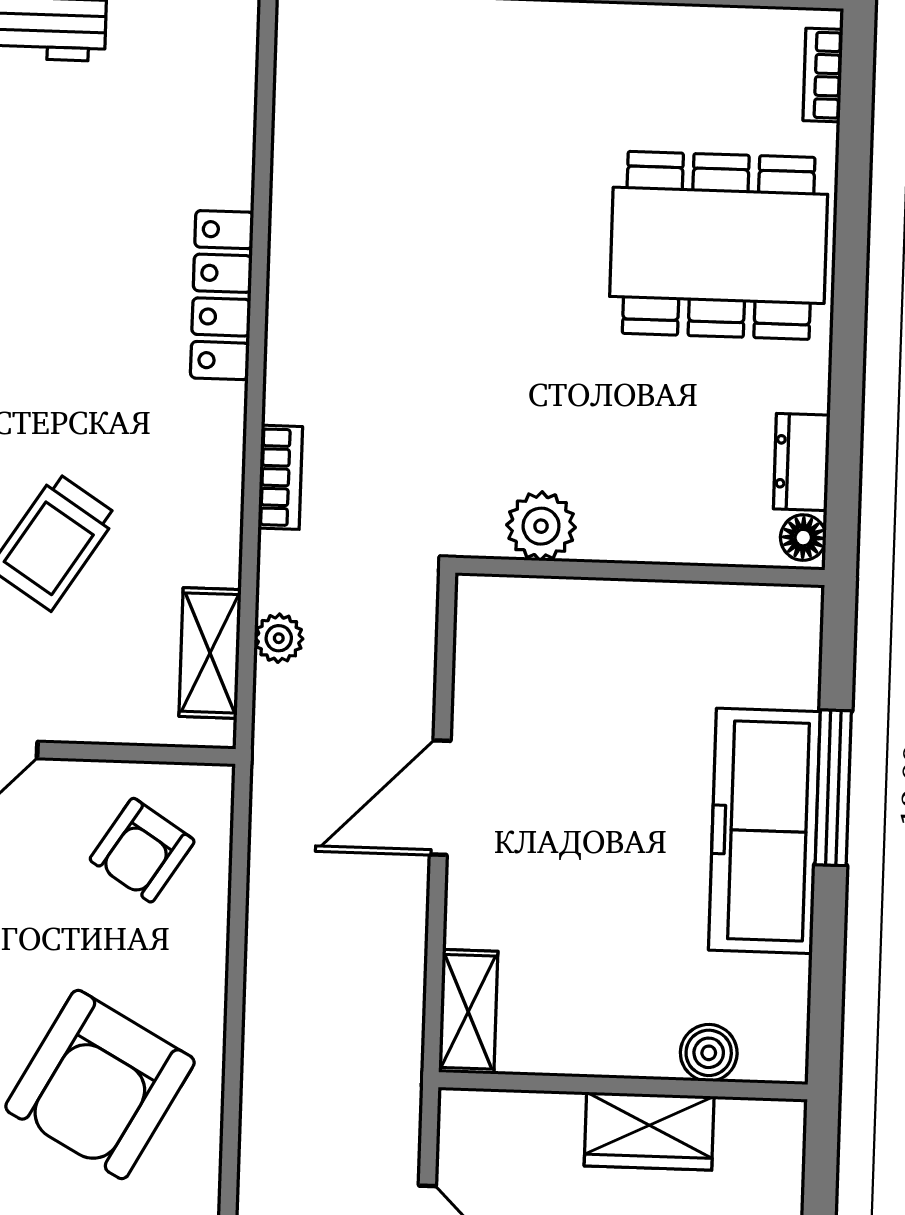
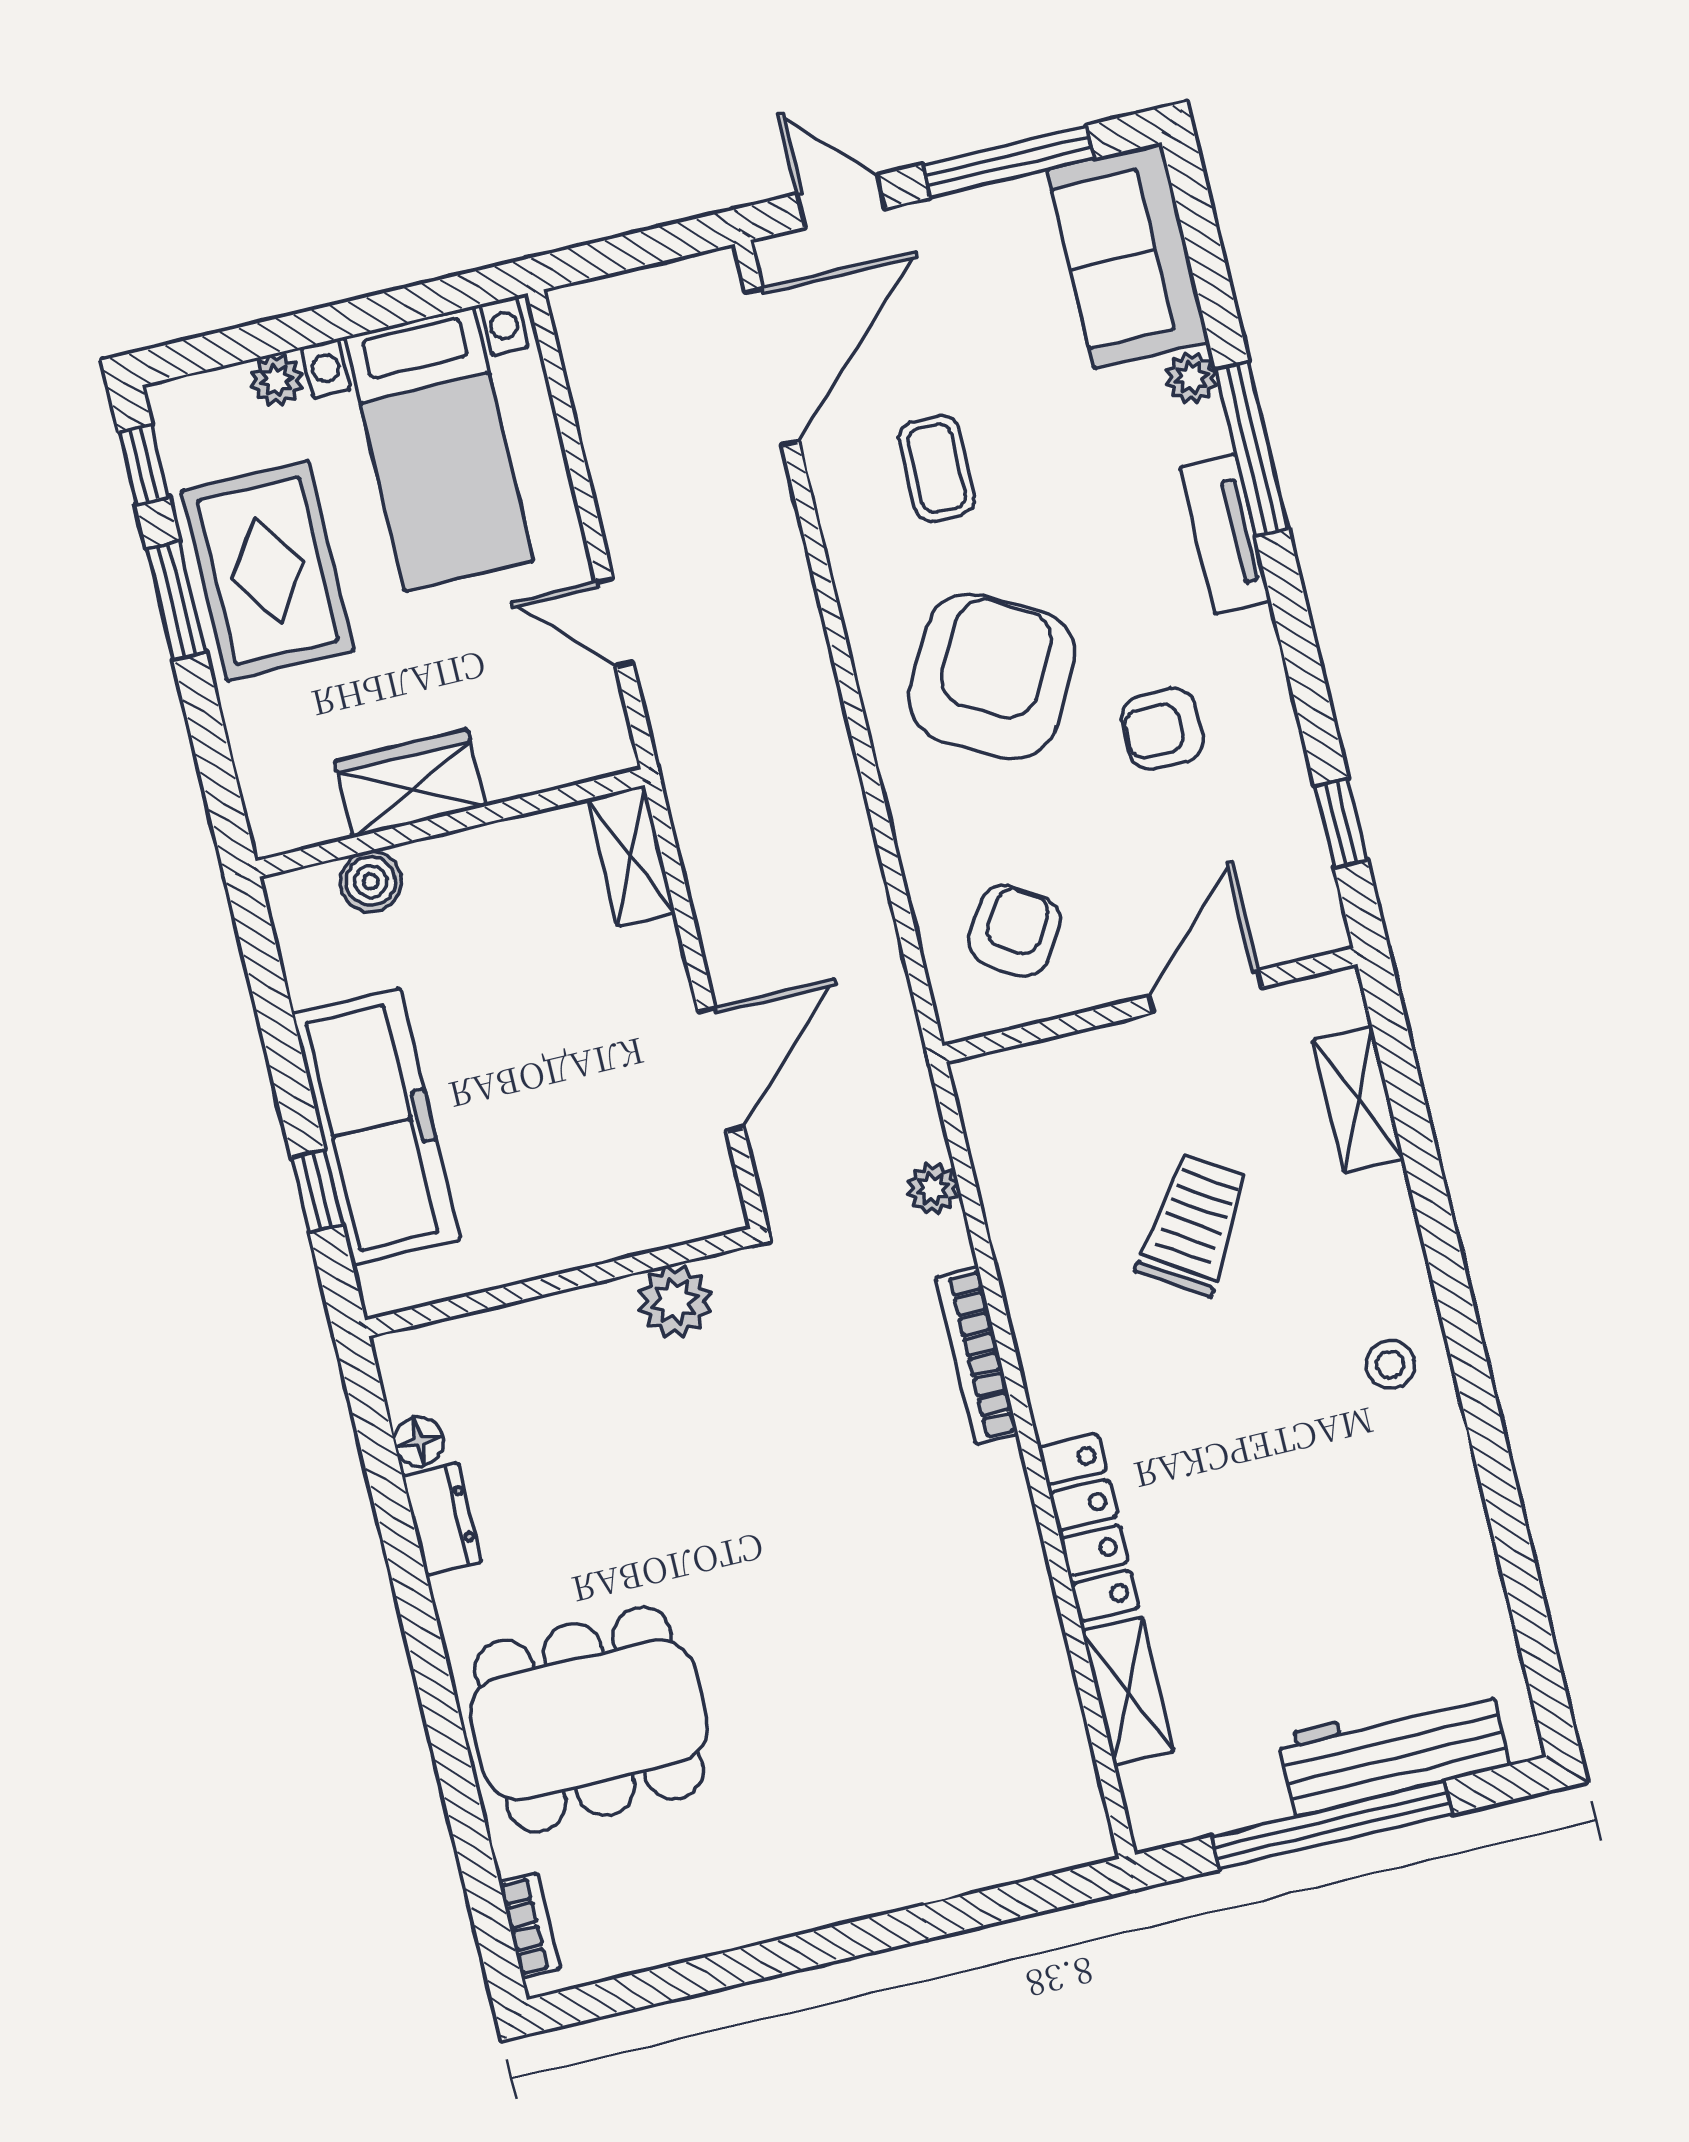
bookcase: (280, 477) -> (977, 1356), width x1.56
plant: (541, 526) -> (675, 1301), moved
wall: (640, 571) -> (560, 1282), moved
shelving: (210, 653) -> (1128, 1691), moved
window: (833, 788) -> (317, 1191), width x0.46

